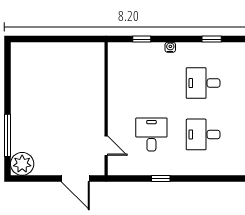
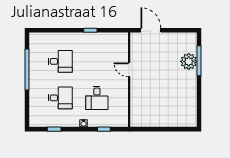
desk: (151, 134) -> (97, 98), moved
door: (106, 146) -> (129, 70), moved
plant: (22, 164) -> (189, 61), moved

